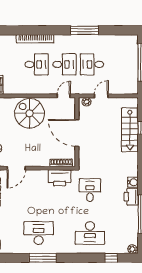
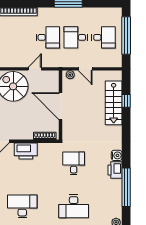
desk: (37, 64) -> (104, 37), moved
door: (64, 96) -> (35, 69), moved
door: (101, 96) -> (85, 69), swing flipped
printer: (60, 178) -> (26, 151), moved

